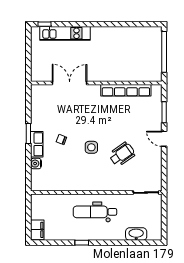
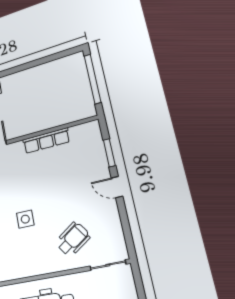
row of seats: (126, 90) -> (46, 141), width x0.73
wheelchair: (122, 154) -> (73, 239), moved

